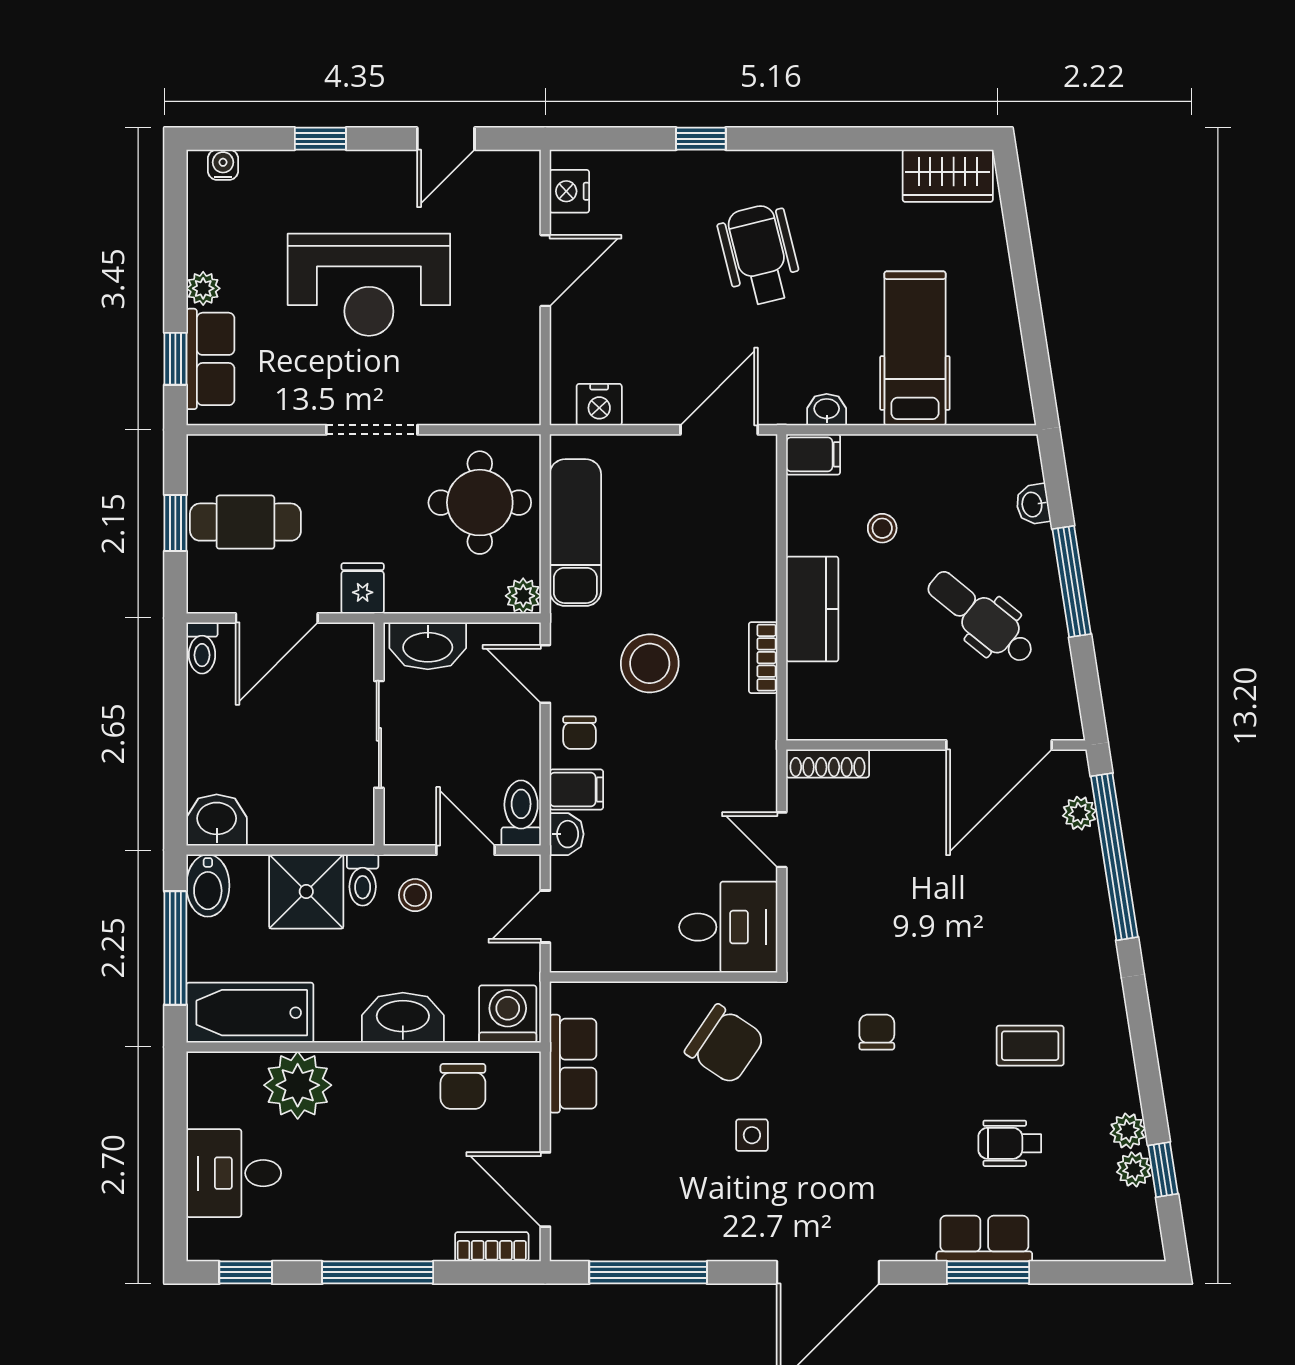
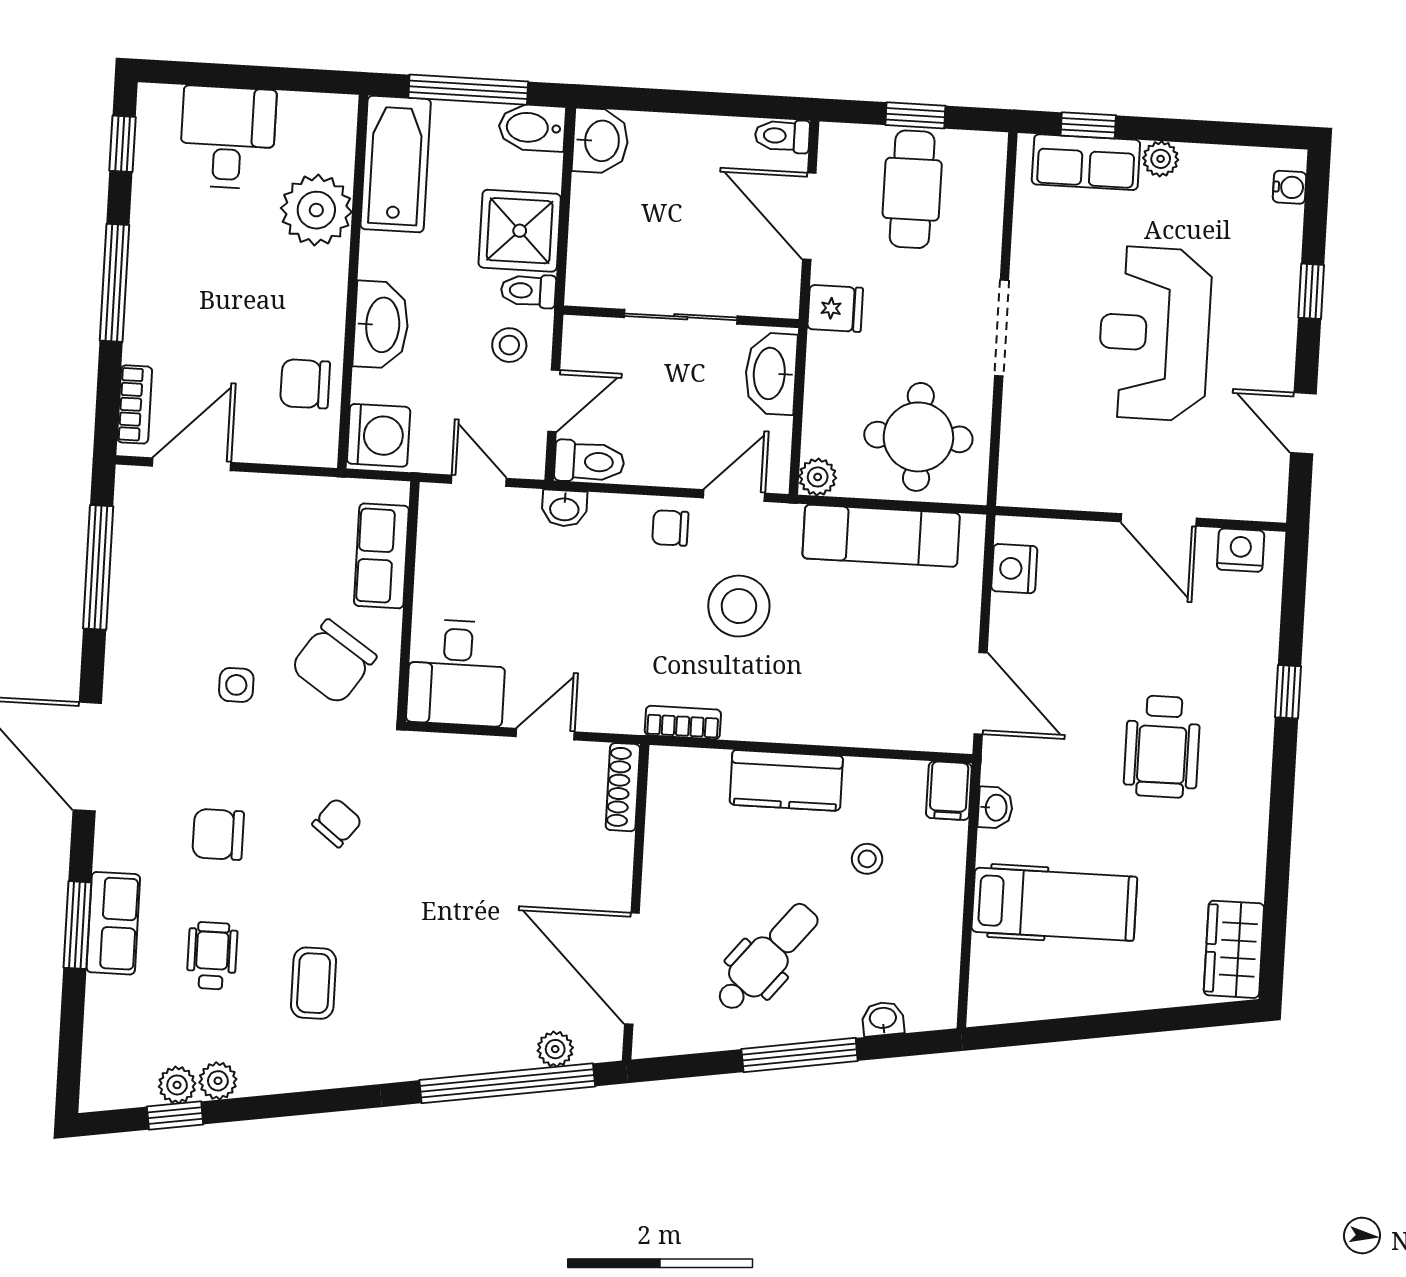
wheelchair: (760, 255) -> (1162, 747), turned 104
bookcase: (763, 658) -> (683, 722), moved
filing cabinet: (576, 790) -> (611, 521), removed
chair: (877, 1032) -> (337, 823), turned -52
row of seats: (573, 1064) -> (381, 556), moved, turned 90
chair: (894, 1144) -> (218, 834), added

